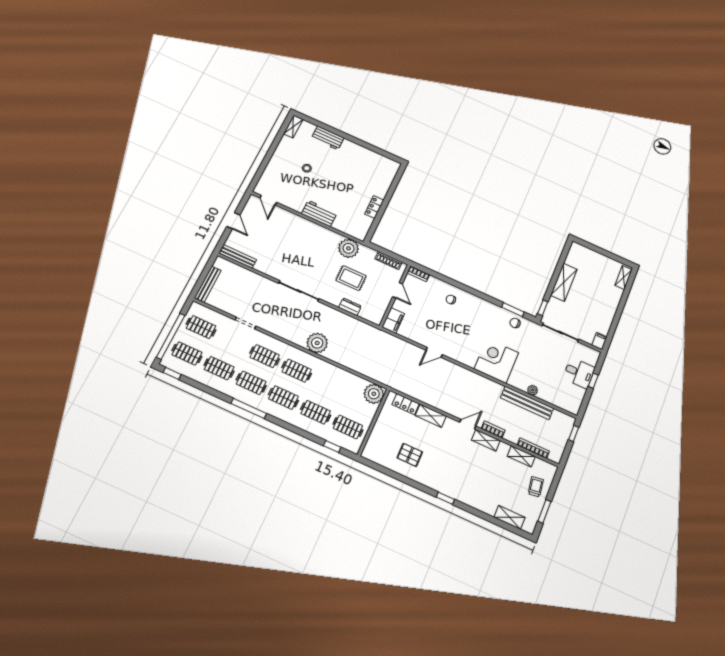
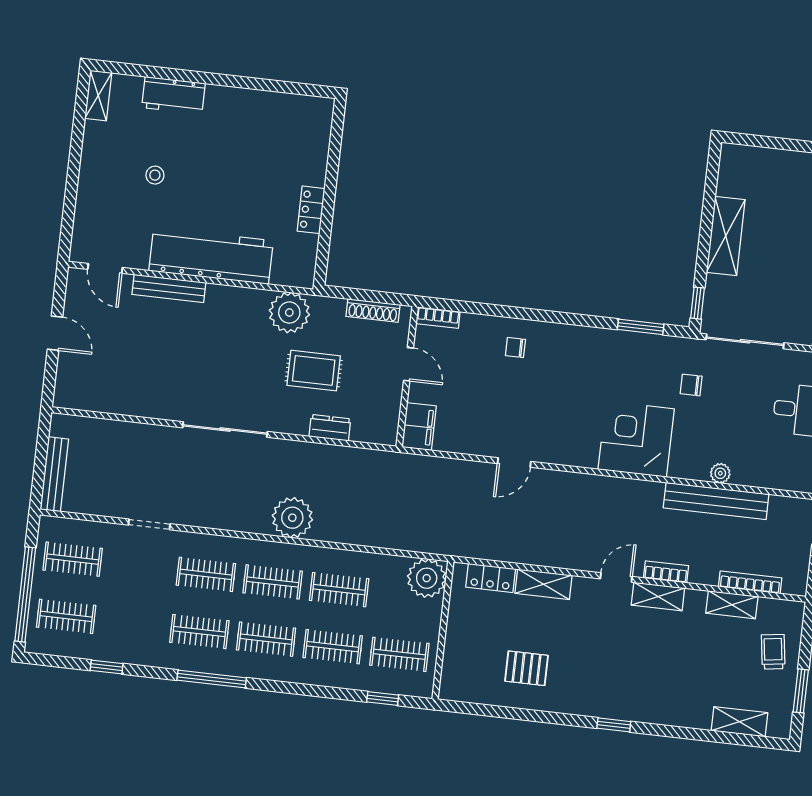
workbench: (319, 214) -> (211, 256), width x1.88, depth x1.32
bench: (238, 256) -> (169, 288), moved
chair: (515, 323) -> (691, 385), moved
clothes rail: (219, 368) -> (339, 590), moved
window: (172, 373) -> (107, 667), moved

